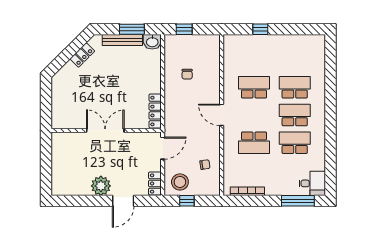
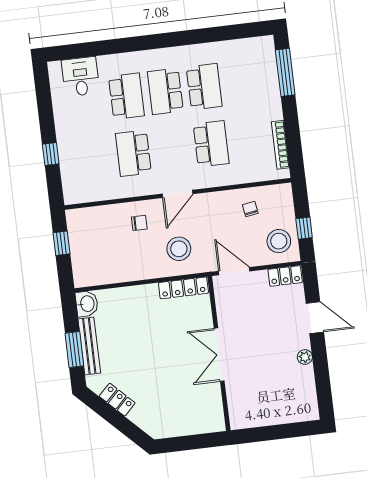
window: (132, 29) -> (74, 349), moved
window: (184, 29) -> (62, 243), moved
chair: (187, 74) -> (139, 223), moved
school desk: (295, 87) -> (126, 96), turned 180
stool: (183, 111) -> (179, 249), added
school desk: (295, 143) -> (204, 87), turned 180
desk: (312, 183) -> (80, 77), moved
plant: (101, 186) -> (305, 357), width x0.53, depth x0.53

